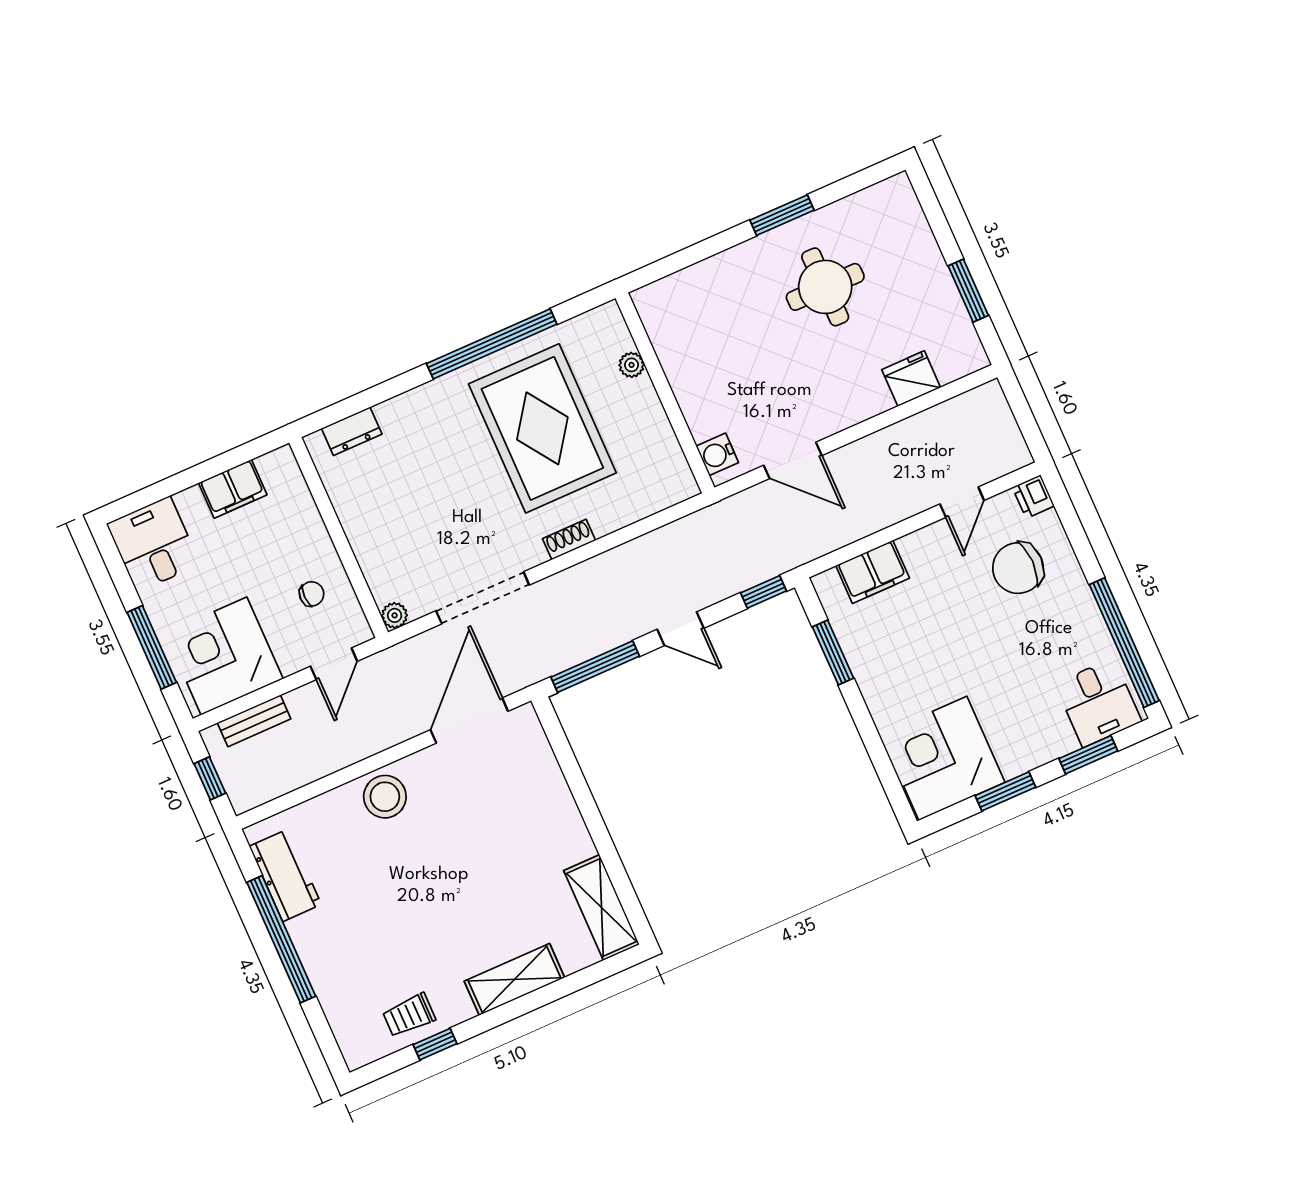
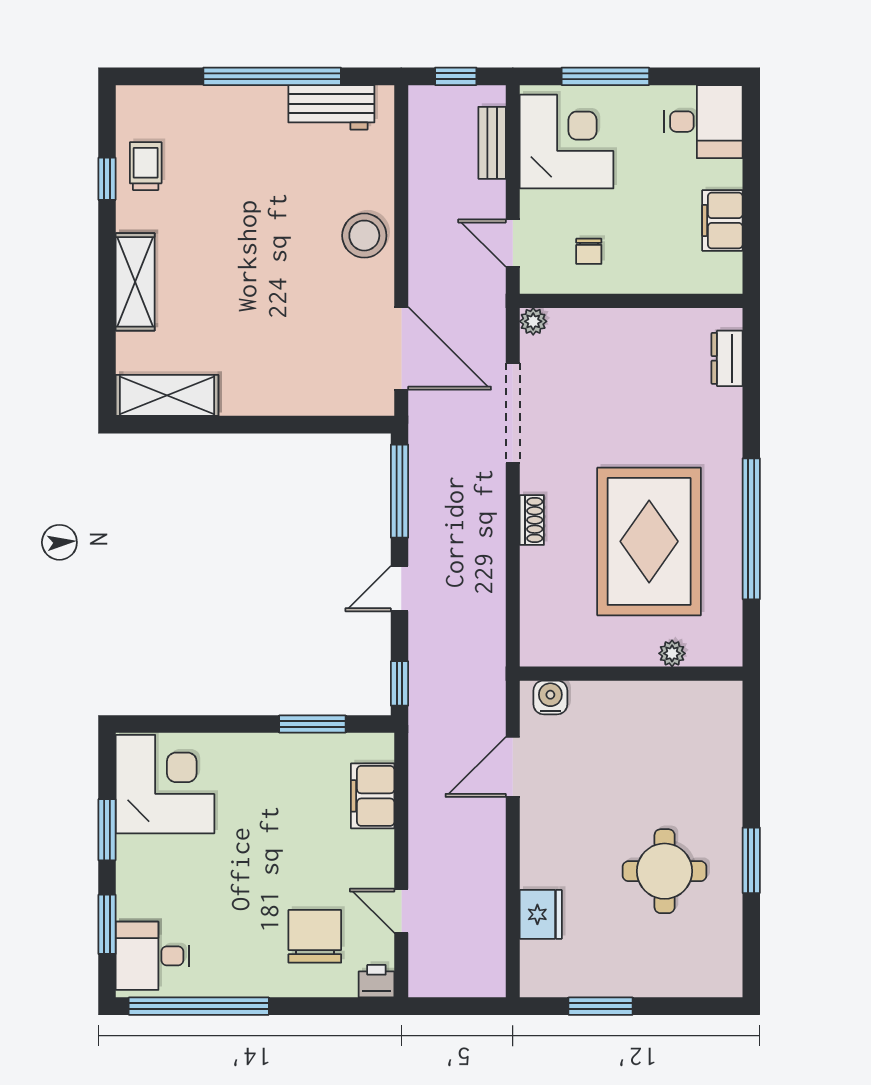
rug: (542, 428) -> (649, 541), turned 90

